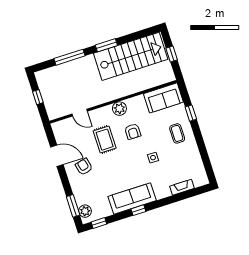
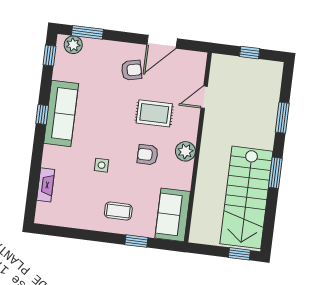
window: (172, 54) -> (239, 254), moved
window: (69, 57) -> (282, 118), width x0.69

